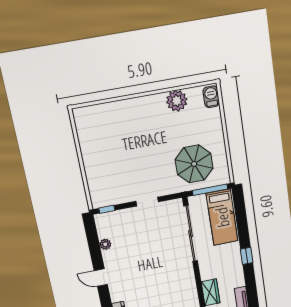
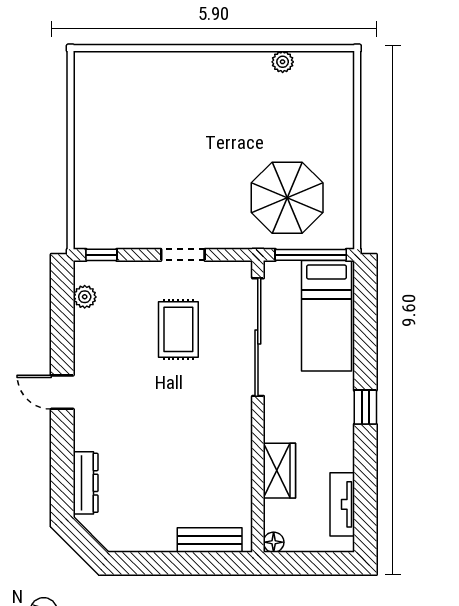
barbecue: (211, 97) -> (340, 75), removed
plant: (177, 101) -> (283, 62), width x0.53, depth x0.53
rug: (152, 238) -> (178, 329), added
plant: (105, 244) -> (85, 297), moved

